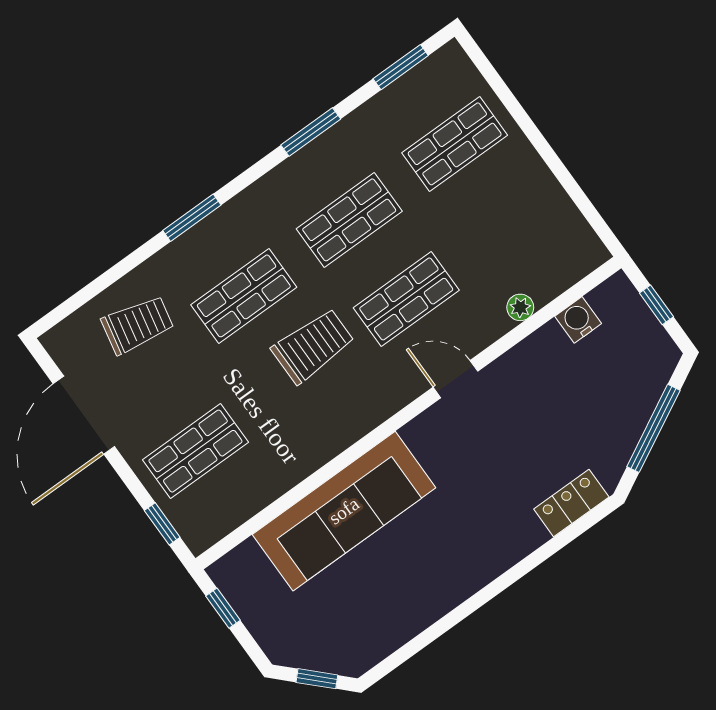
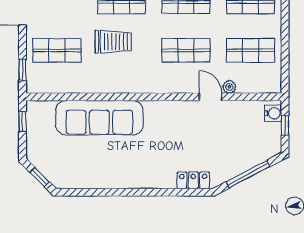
shop shelf: (512, 223) -> (250, 50), added
water cooler: (578, 320) -> (273, 113), moved, turned 90
trolley: (313, 346) -> (113, 42), moved
door: (455, 379) -> (211, 97), moved

